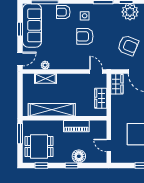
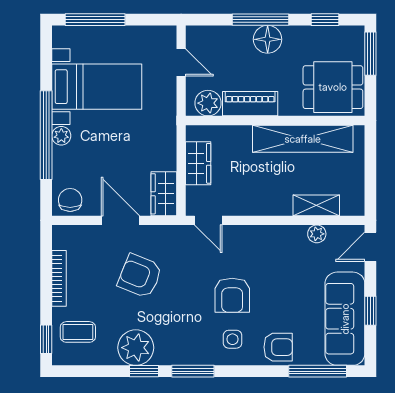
armchair: (85, 36) -> (232, 295), turned 90
plant: (96, 126) -> (208, 103), added
window: (20, 134) -> (370, 54), moved
dining table: (39, 146) -> (333, 87), moved
floor lamp: (79, 156) -> (268, 39), moved
window: (72, 166) -> (261, 20), width x2.17

